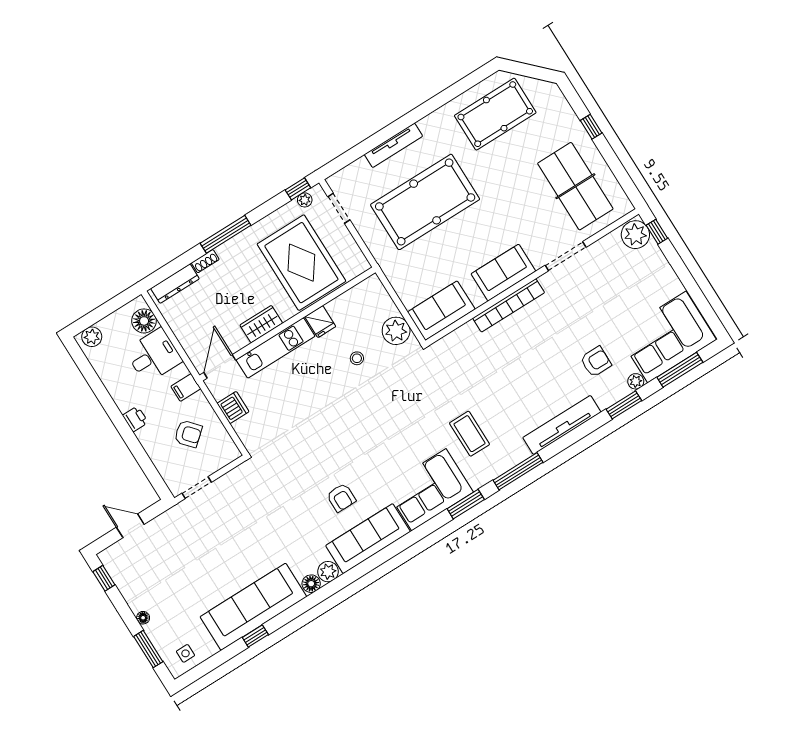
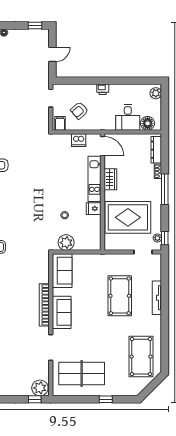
pool table: (425, 202) -> (120, 296), width x0.73, depth x0.76
filing cabinet: (186, 388) -> (60, 123), moved

